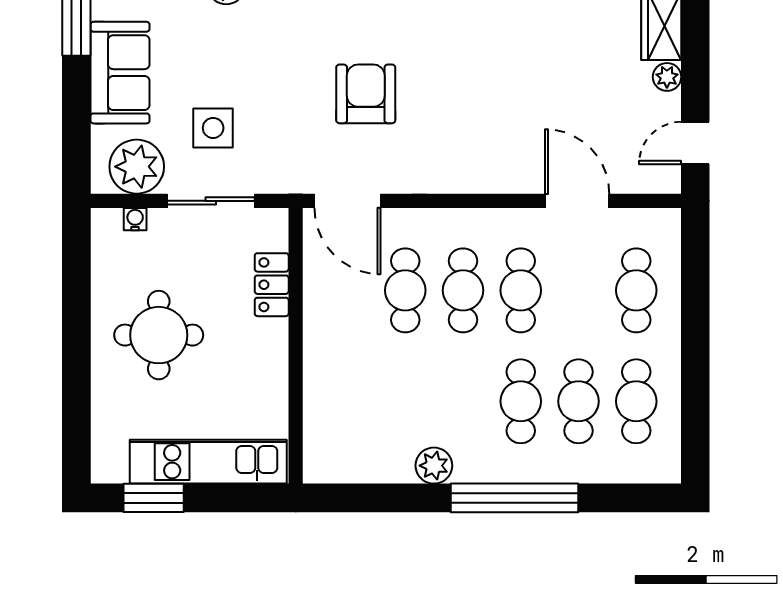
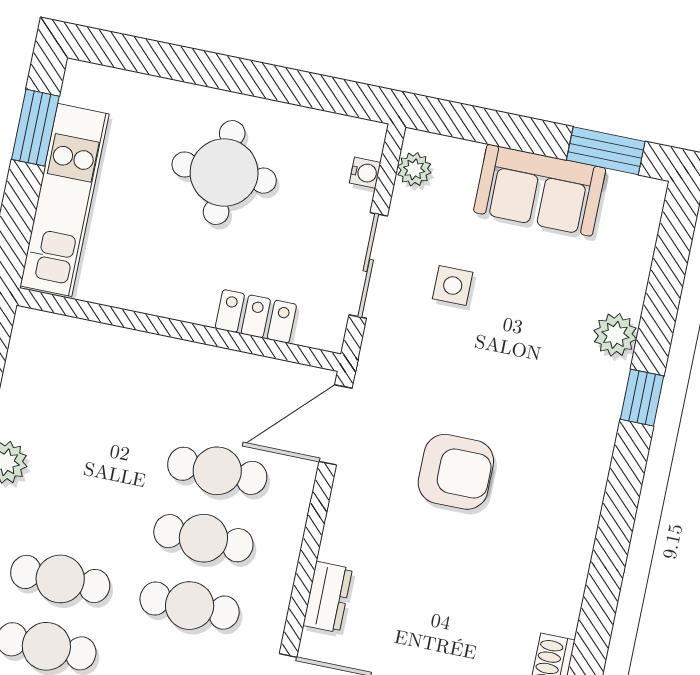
side table: (213, 128) -> (453, 286), width x0.73, depth x0.73
plant: (137, 167) -> (414, 169), width x0.53, depth x0.53
dresser: (490, 178) -> (328, 597), added

